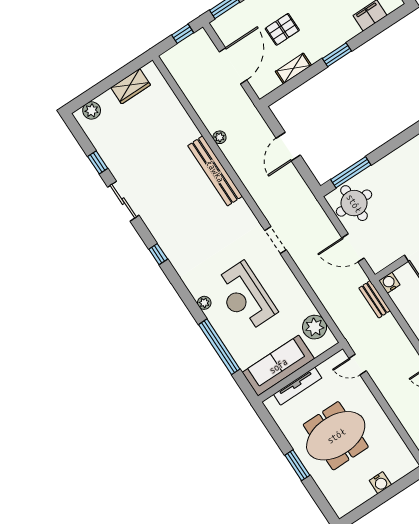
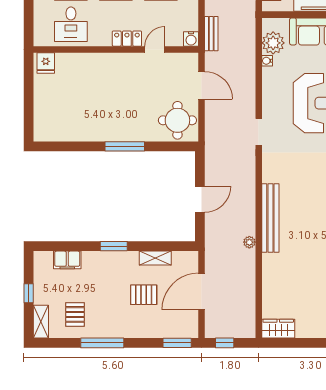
wardrobe: (131, 86) -> (278, 329), moved
window: (351, 172) -> (125, 146), moved
water cooler: (309, 308) -> (267, 61), added

